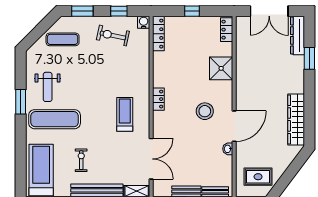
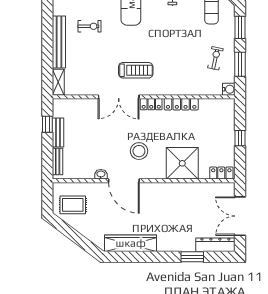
window: (119, 11) -> (240, 64), width x1.50
locker: (158, 34) -> (181, 104), moved
exercise bike: (113, 35) -> (215, 58), width x0.73, depth x0.72
shower: (221, 68) -> (182, 163), width x1.37, depth x1.37
double door: (151, 159) -> (119, 97), moved
rug: (258, 177) -> (73, 205), turned 90

